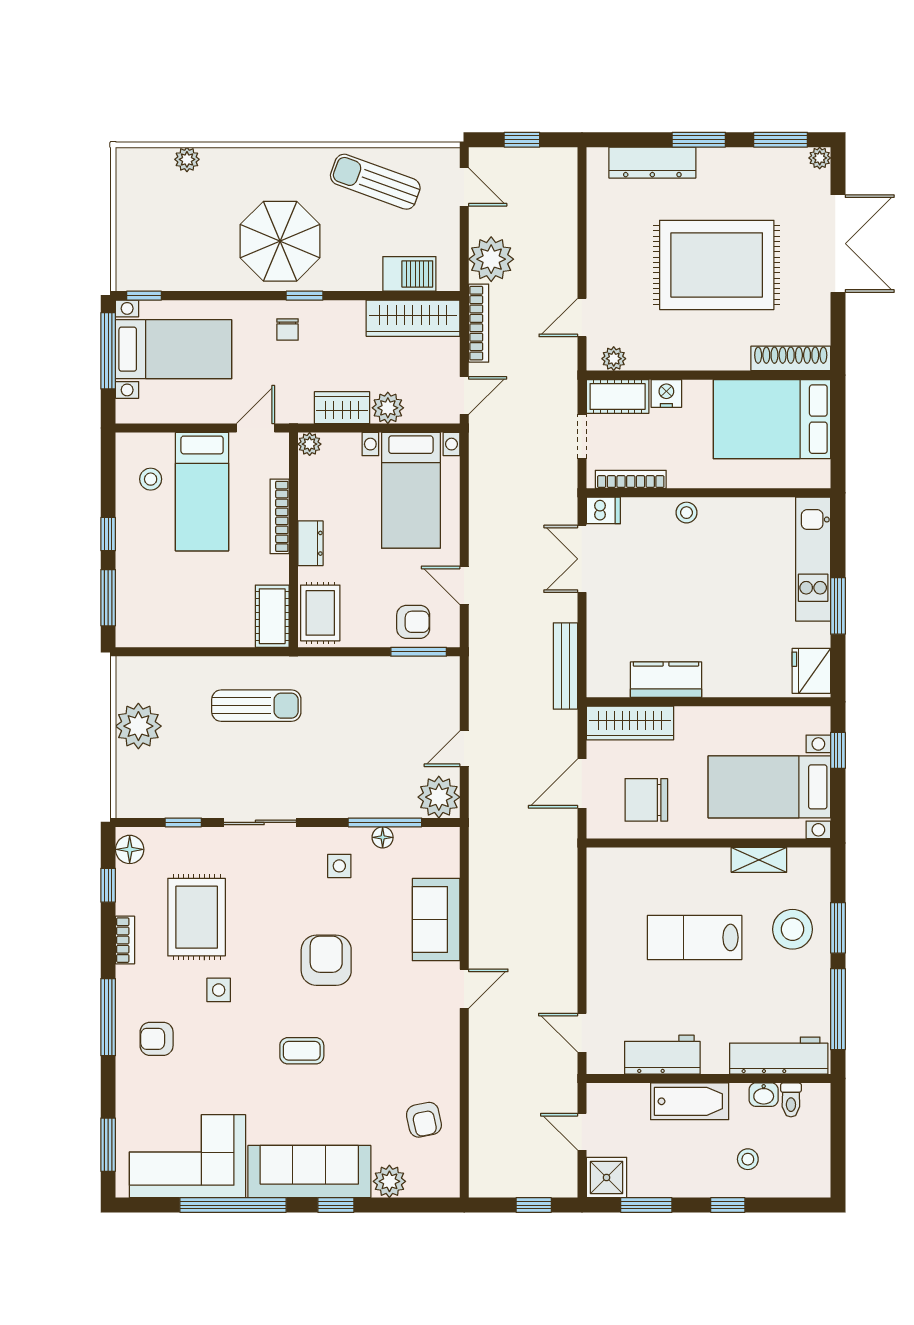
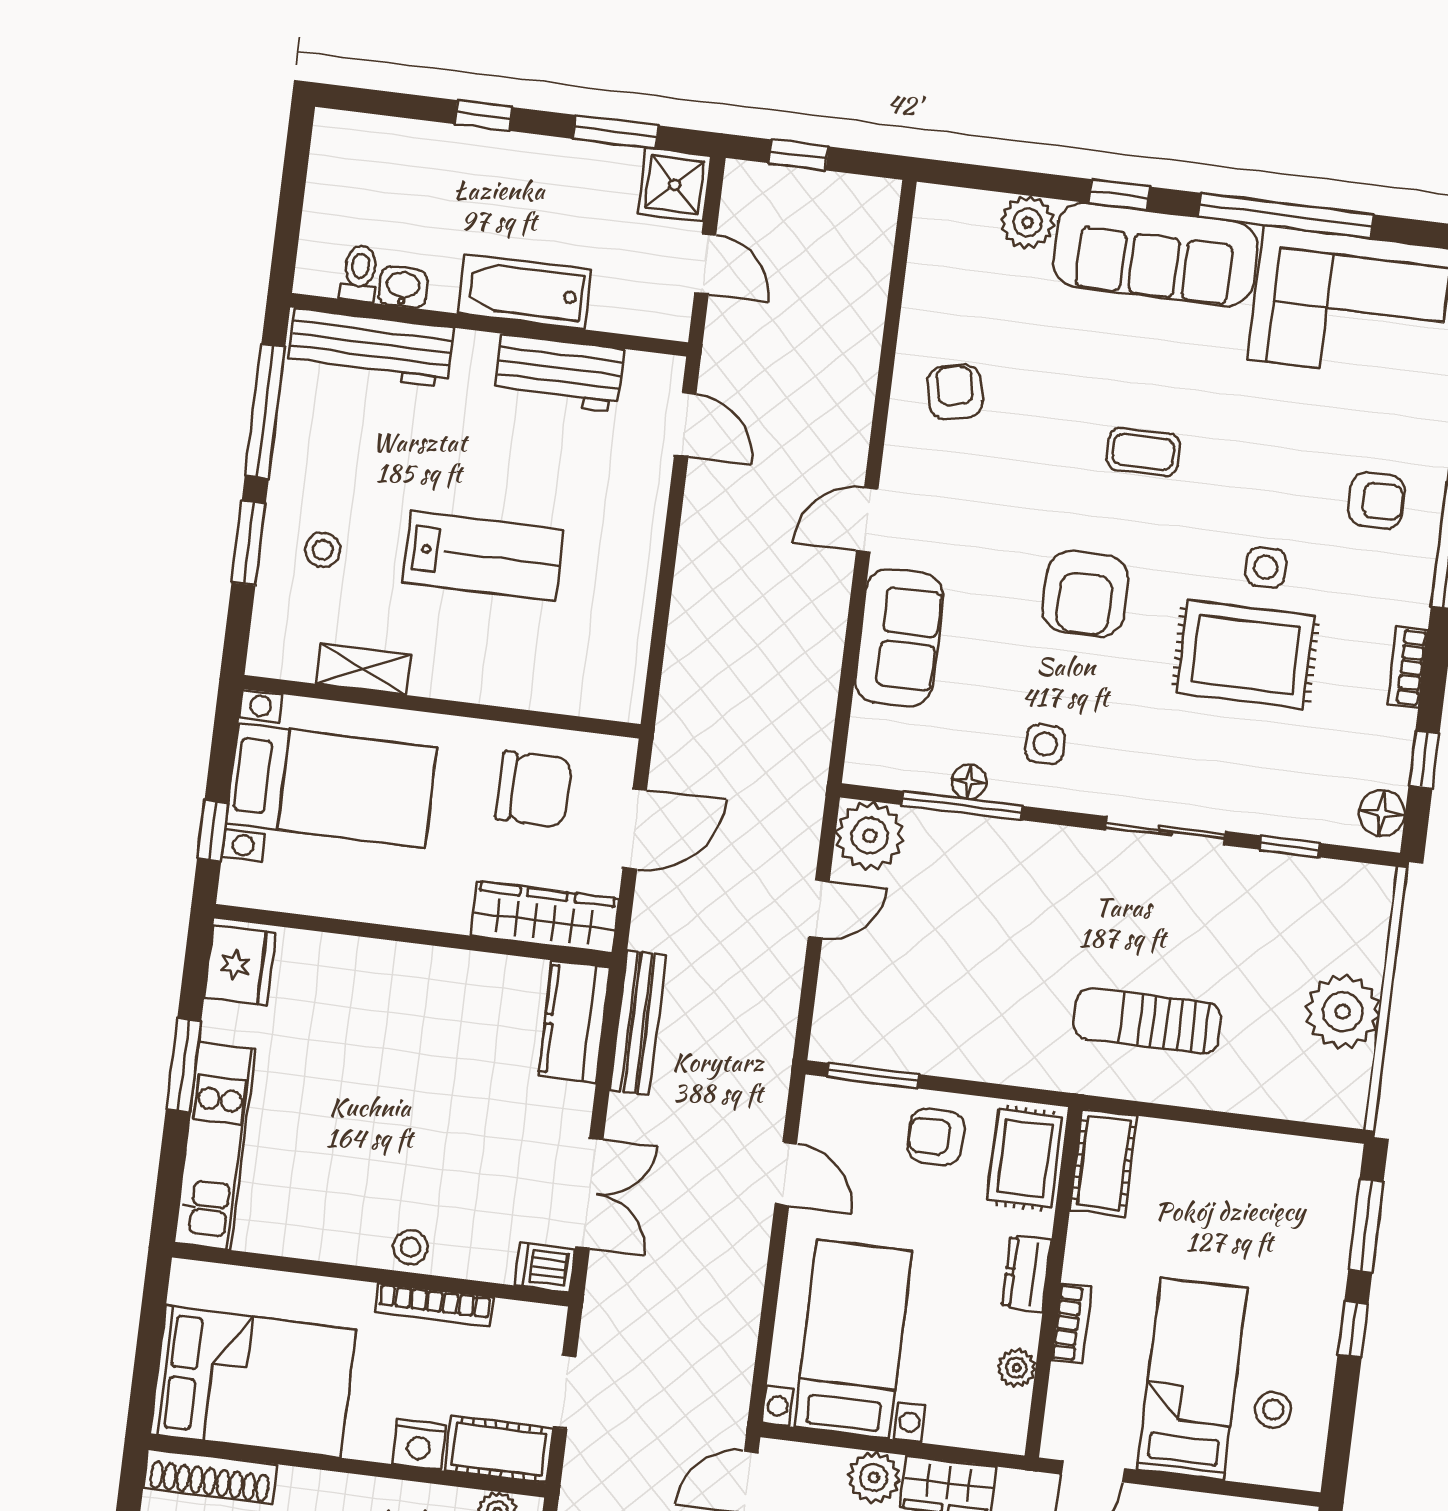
plant: (310, 444) -> (1016, 1368), moved
bookcase: (631, 479) -> (434, 1305), moved
bookcase: (280, 516) -> (1071, 1323), width x0.64
armchair: (413, 622) -> (936, 1137), moved
kitchen counter: (666, 680) -> (574, 1022), moved, turned 90
rug: (197, 917) -> (1245, 654), moved, turned 90
stool: (792, 929) -> (323, 550), width x0.53, depth x0.53
armchair: (424, 1120) -> (955, 392), moved
stool: (748, 1159) -> (442, 186), removed

